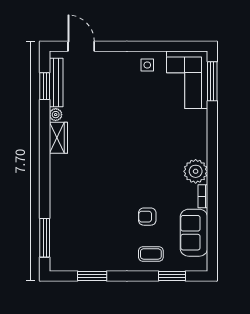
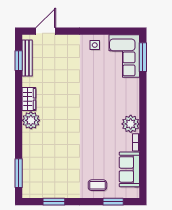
door: (81, 46) -> (46, 31), hinge flipped
plant: (56, 115) -> (31, 120), moved, width x1.88, depth x1.88
armchair: (147, 217) -> (95, 157), removed

